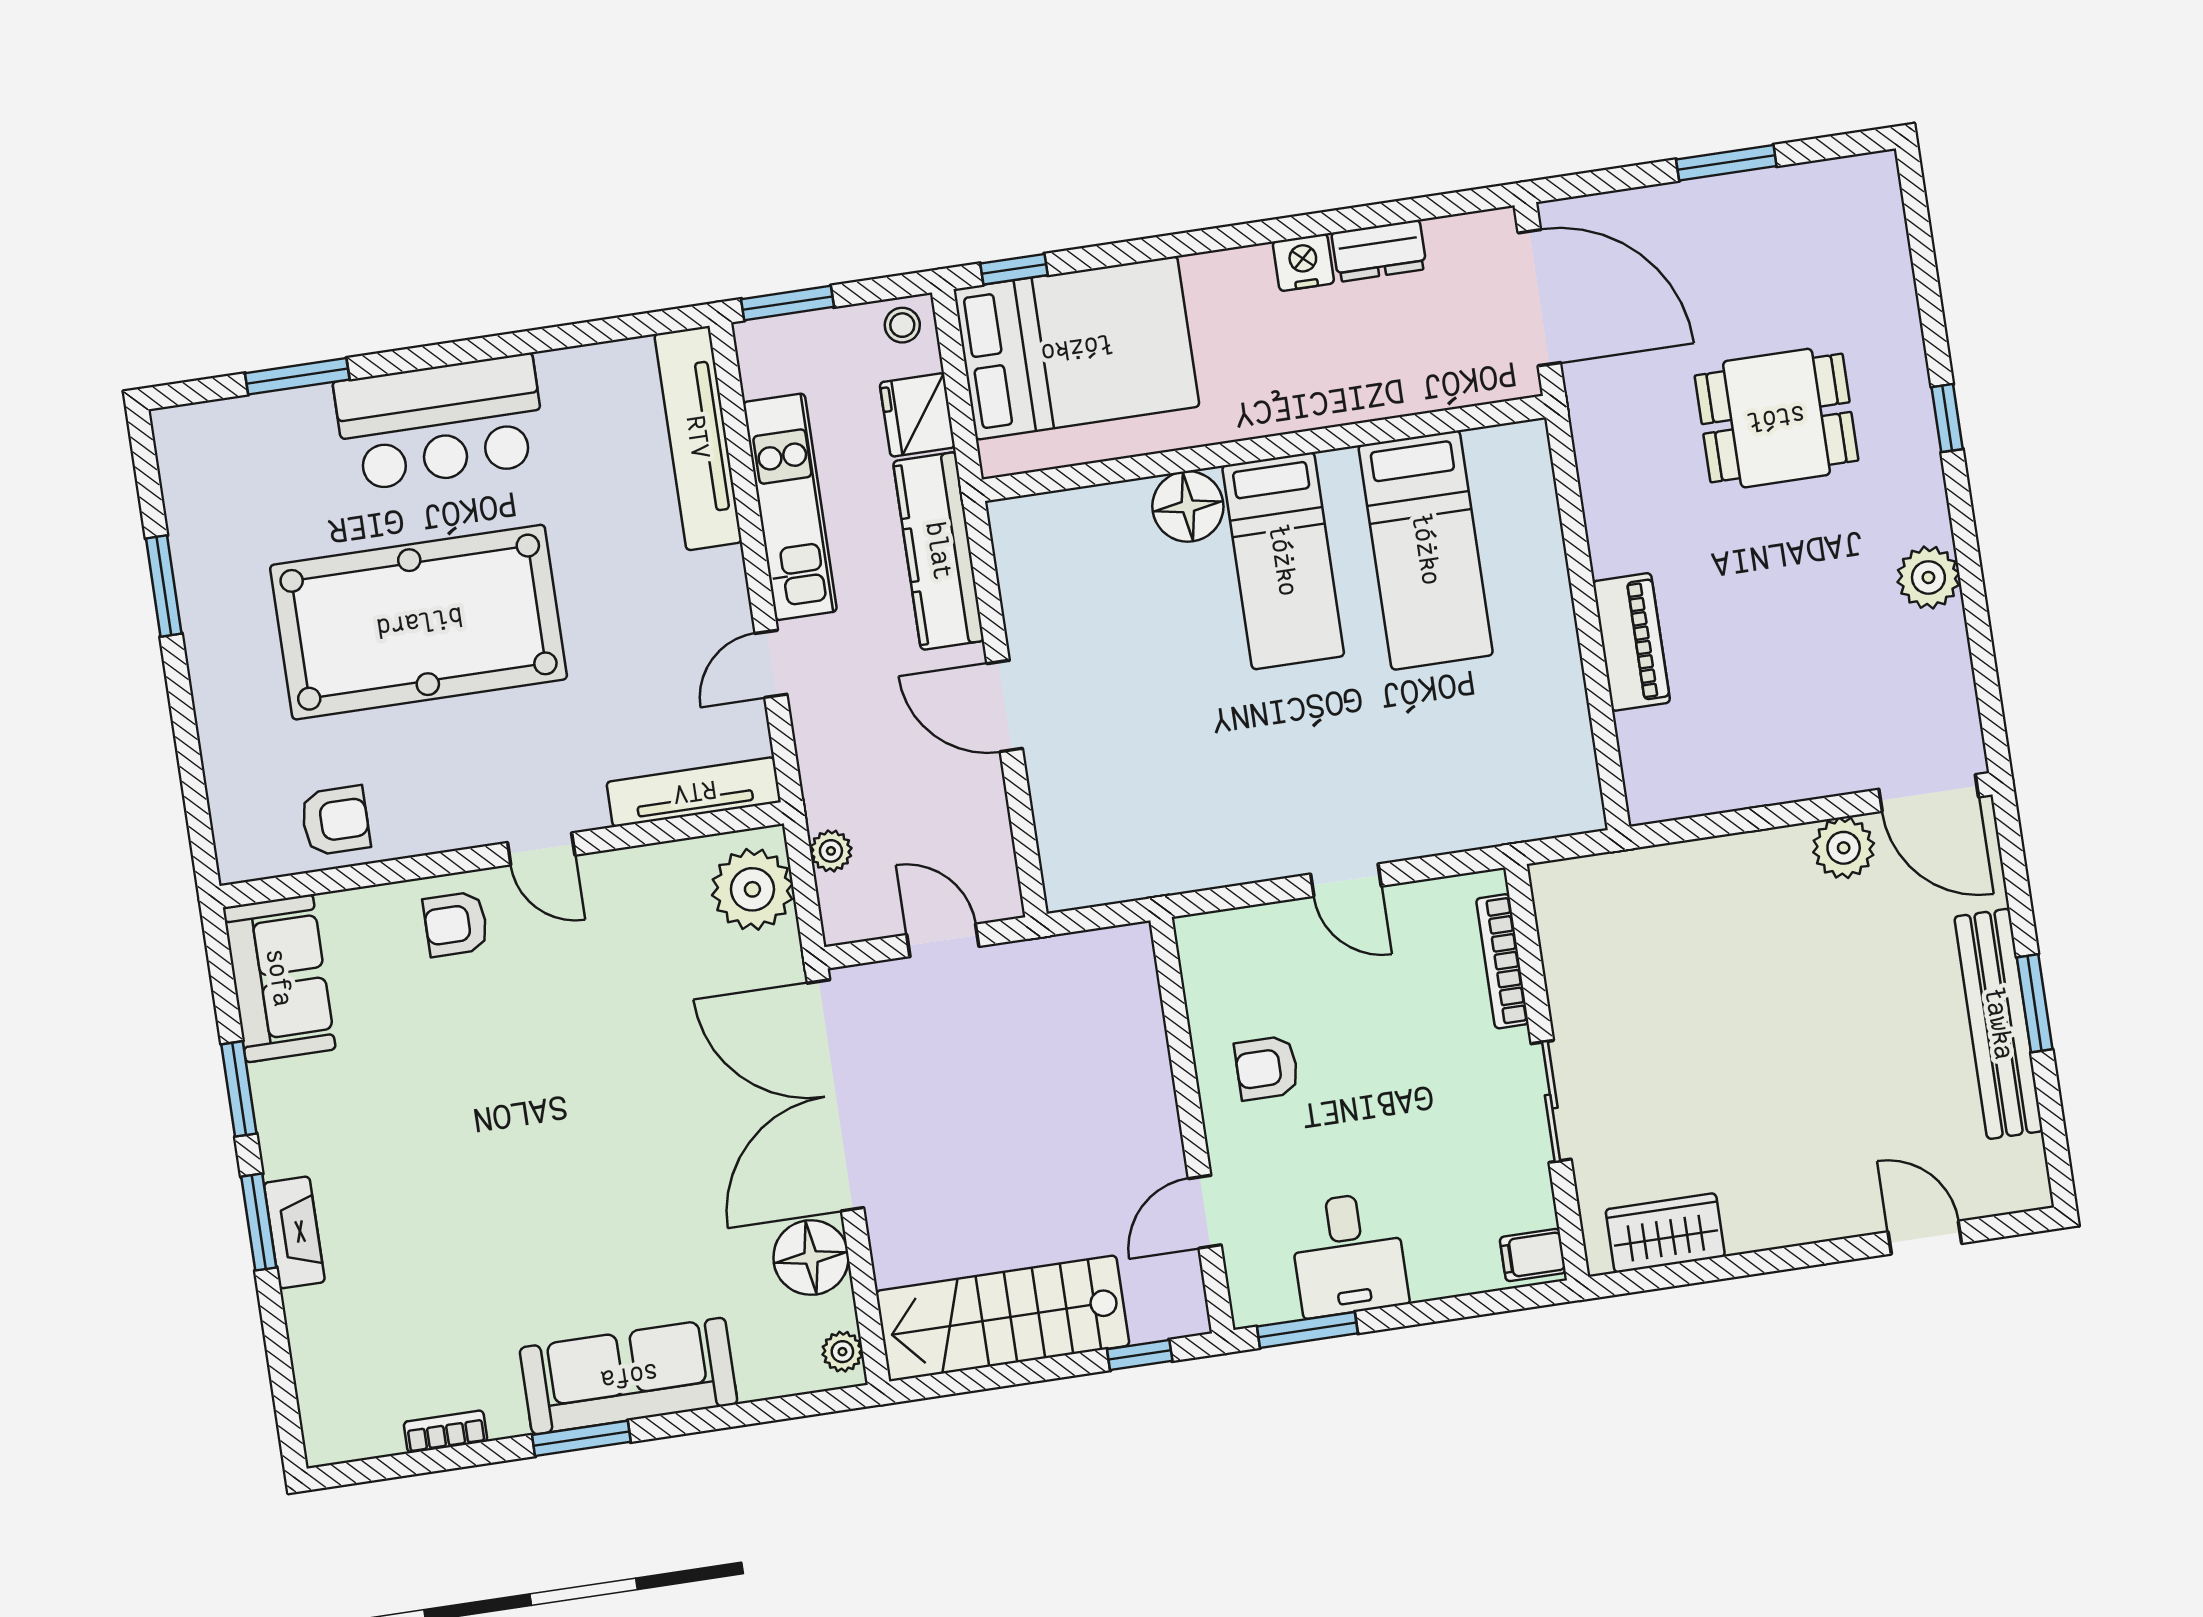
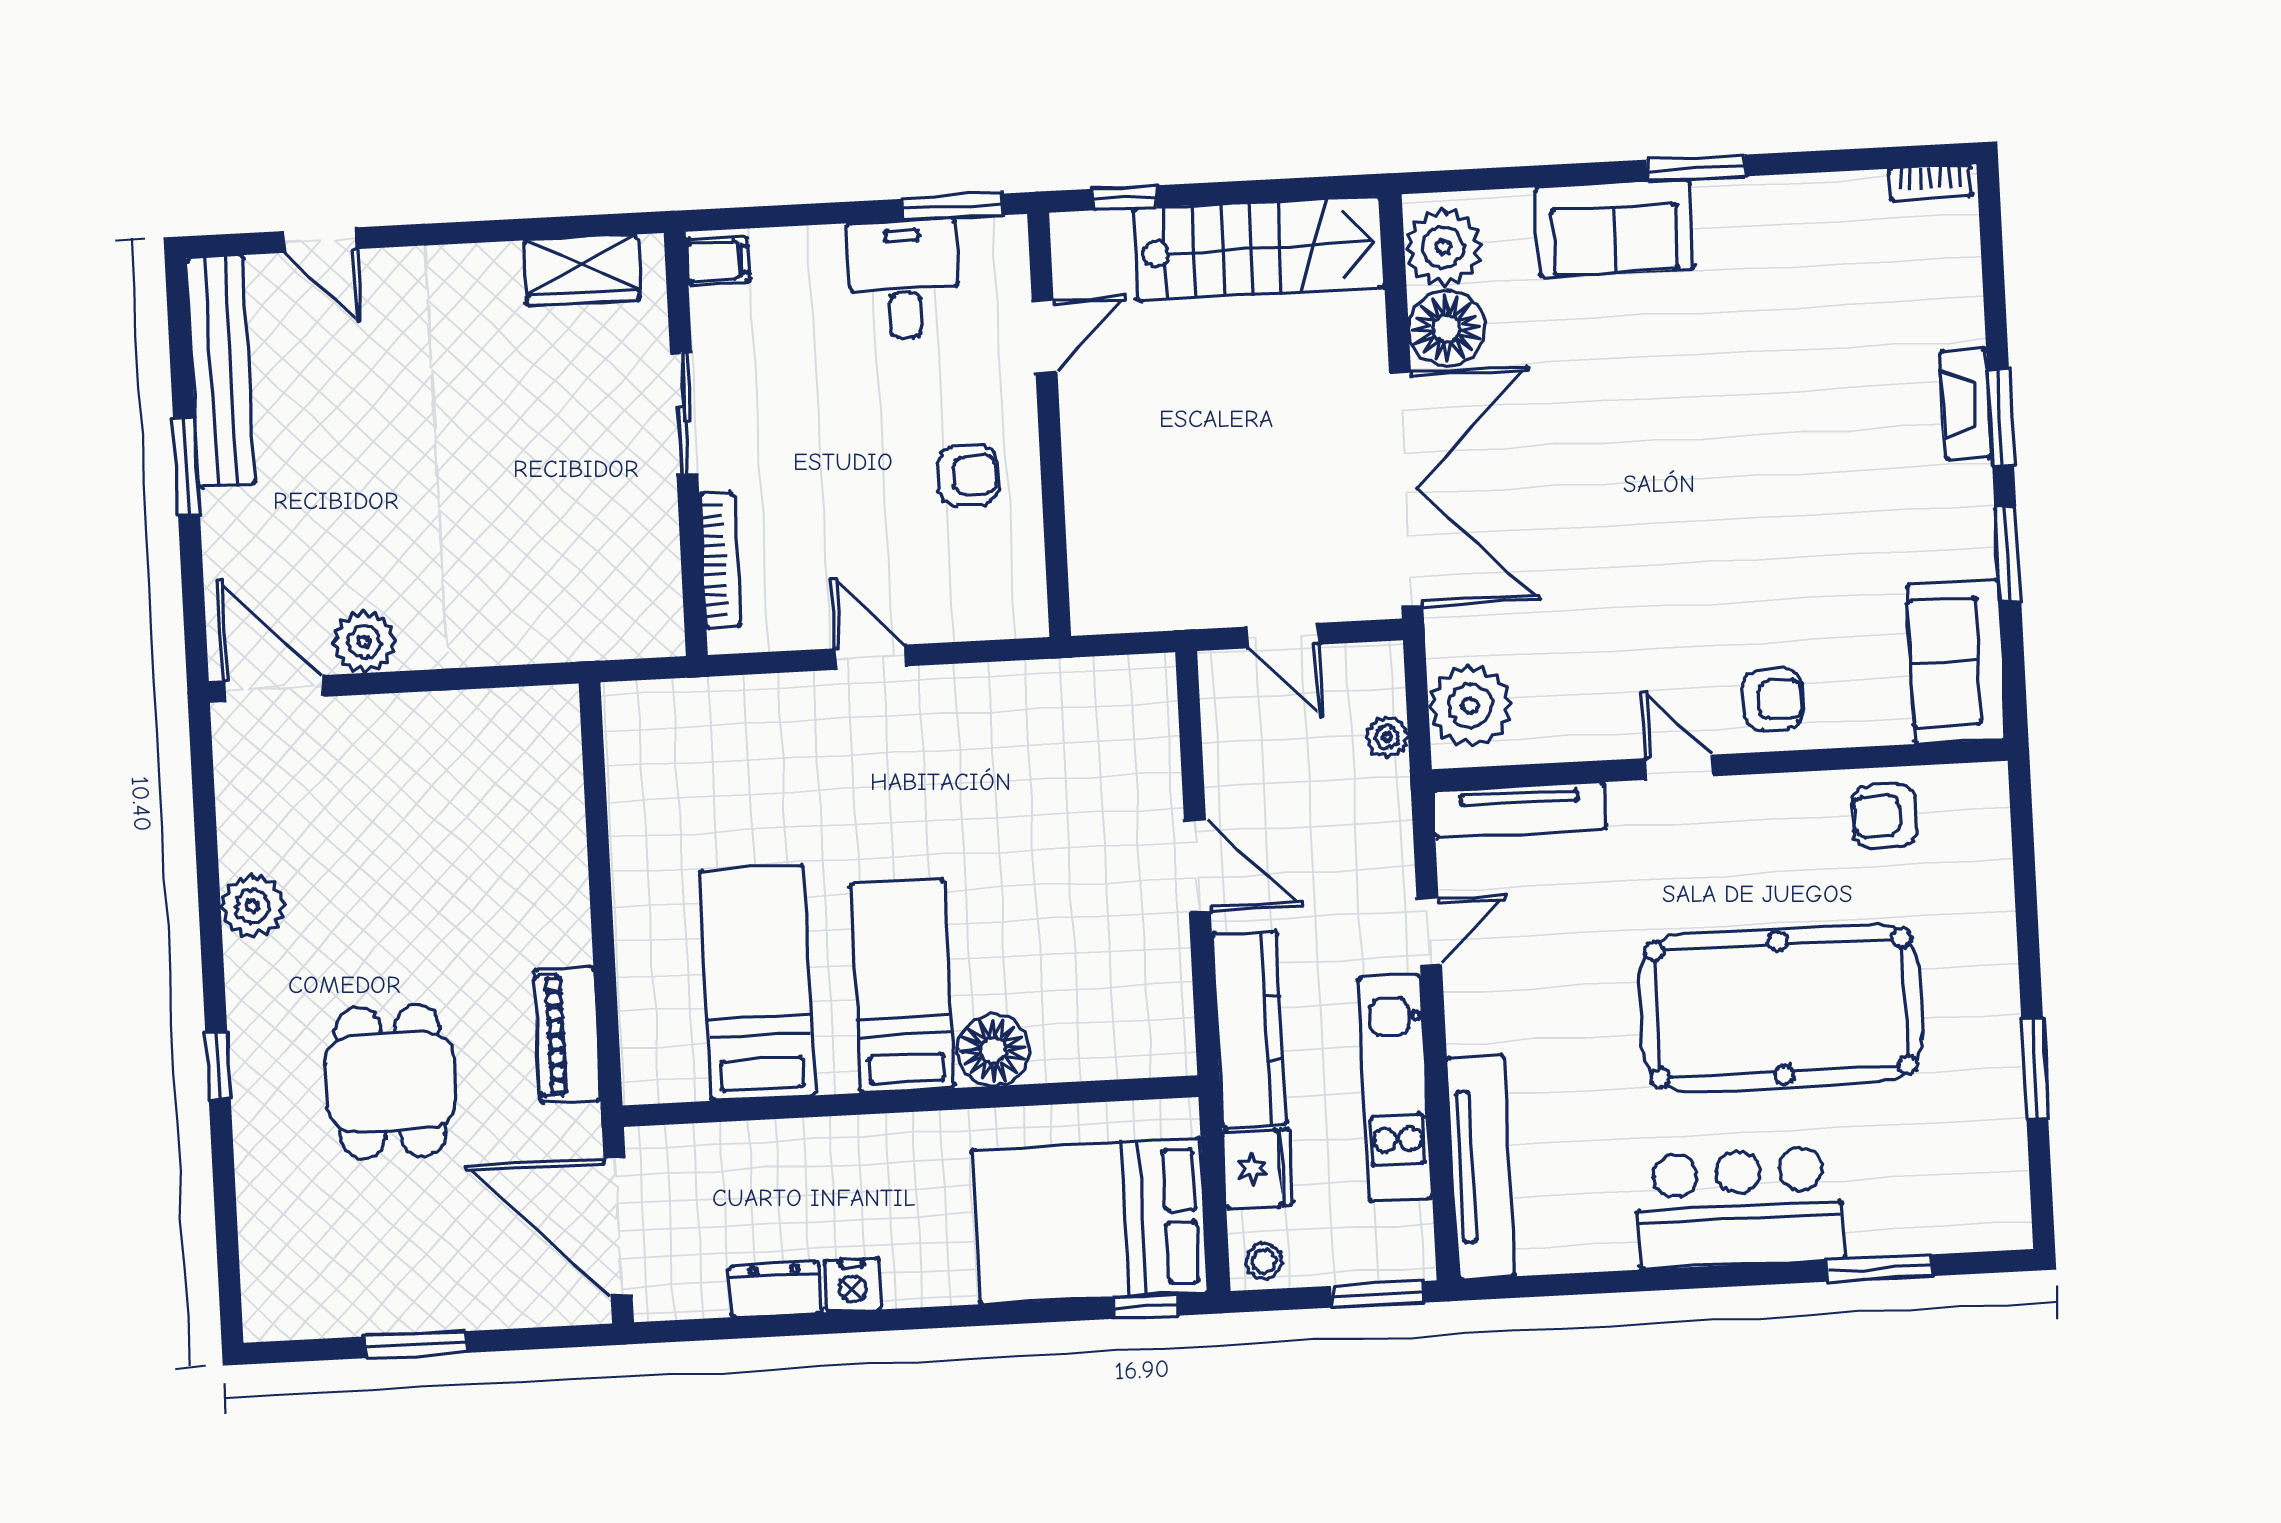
dining table: (1776, 418) -> (390, 1082), turned 90
piano: (1631, 642) -> (567, 1035), moved
bench: (1999, 1024) -> (221, 371), moved
plant: (842, 1352) -> (1443, 247), width x1.88, depth x1.88
sofa: (629, 1376) -> (1614, 228), width x0.73
bookcase: (446, 1432) -> (1930, 183), moved

